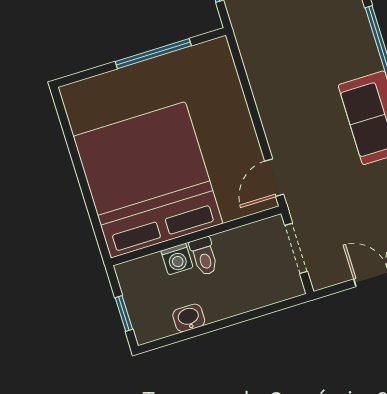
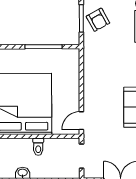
washing machine: (177, 259) -> (25, 144), removed

